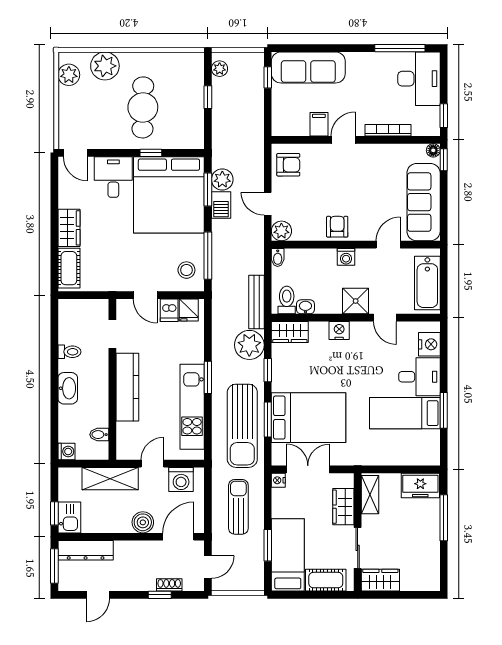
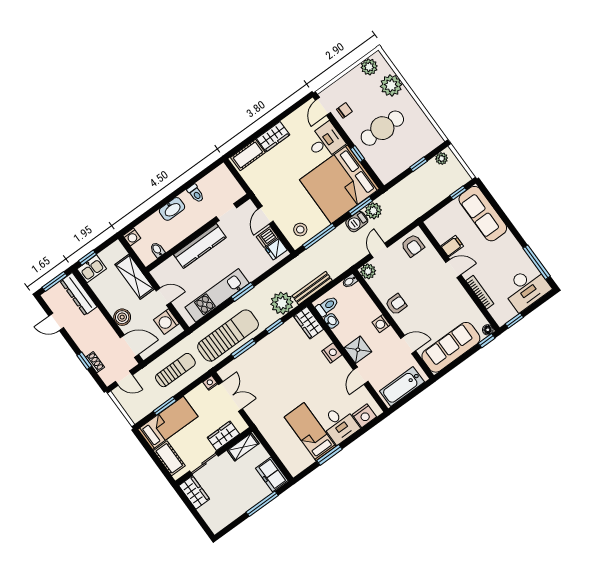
chair: (96, 134) -> (344, 110), added
bed: (309, 418) -> (263, 373), removed
sun lounger: (242, 426) -> (228, 336), turned 180

